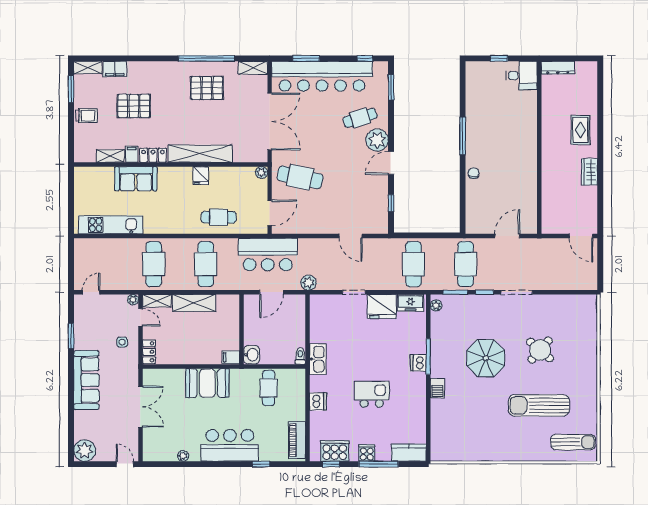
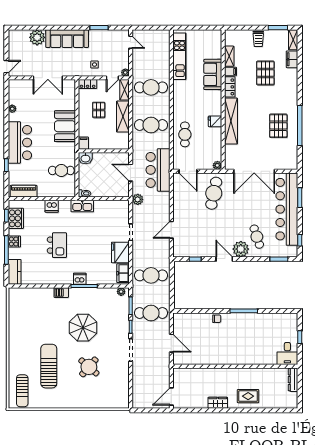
shelving: (253, 68) -> (293, 159), removed
pallet: (185, 336) -> (99, 110), added
plant: (85, 450) -> (37, 37), moved

